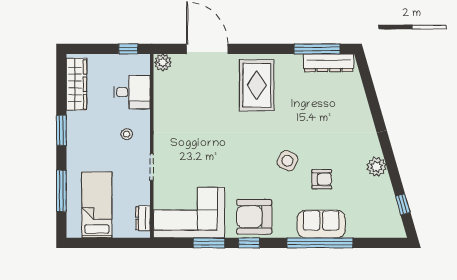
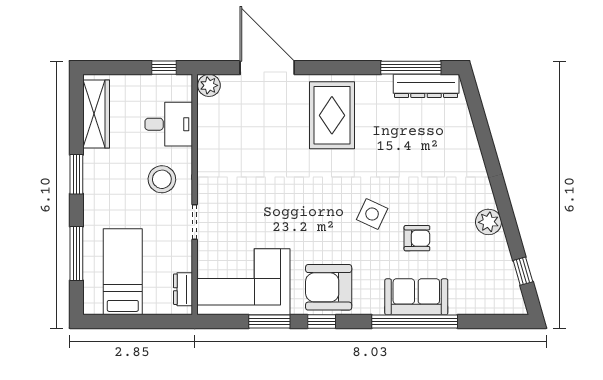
stool: (127, 134) -> (162, 179), width x1.89, depth x1.89

